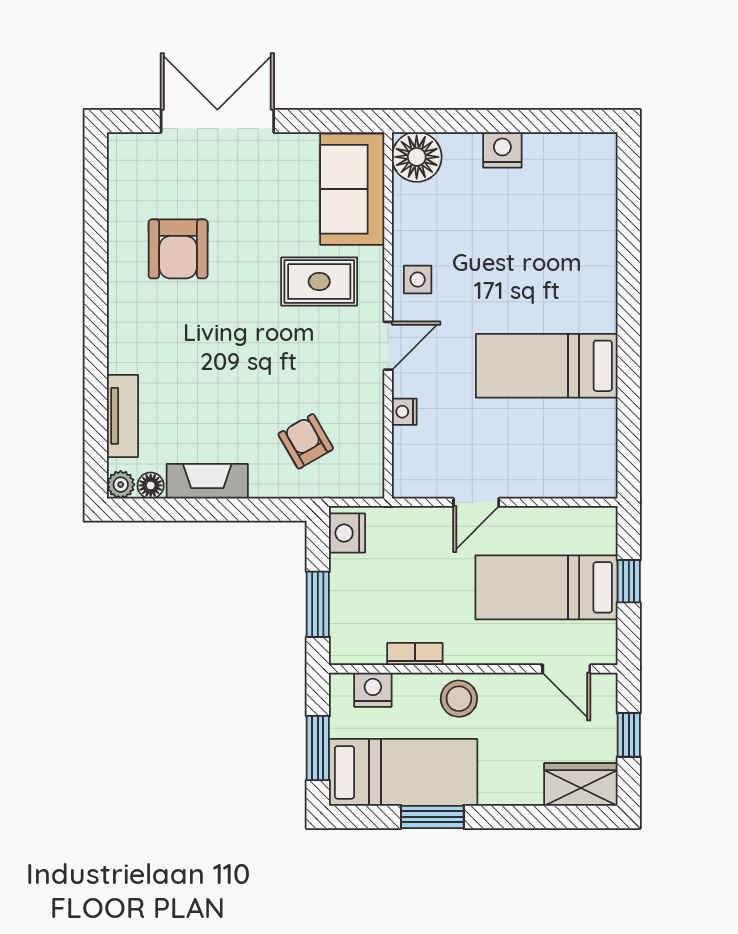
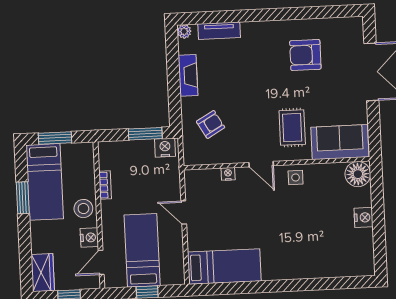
bed: (547, 366) -> (224, 266), moved, turned 90
floor lamp: (151, 485) -> (184, 47), removed
window: (318, 604) -> (145, 134), moved
nightstand: (373, 690) -> (89, 238), moved

